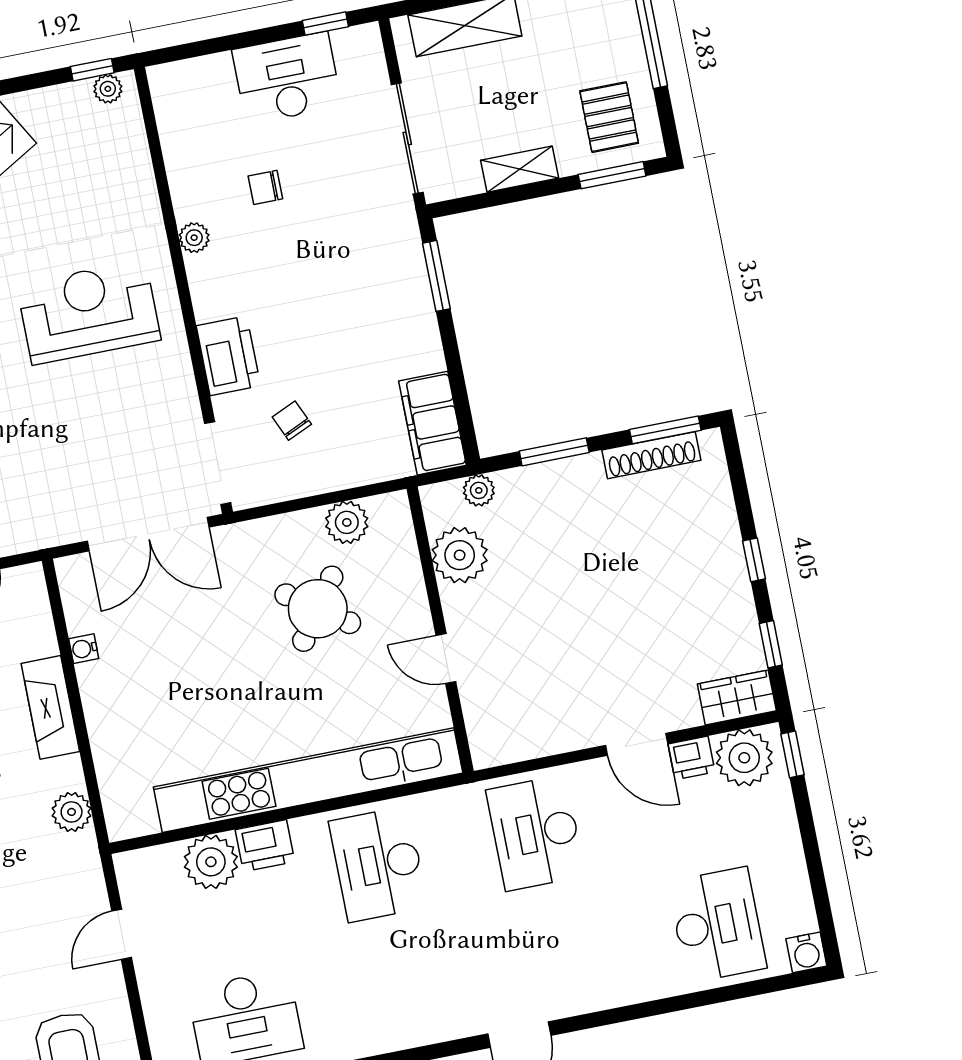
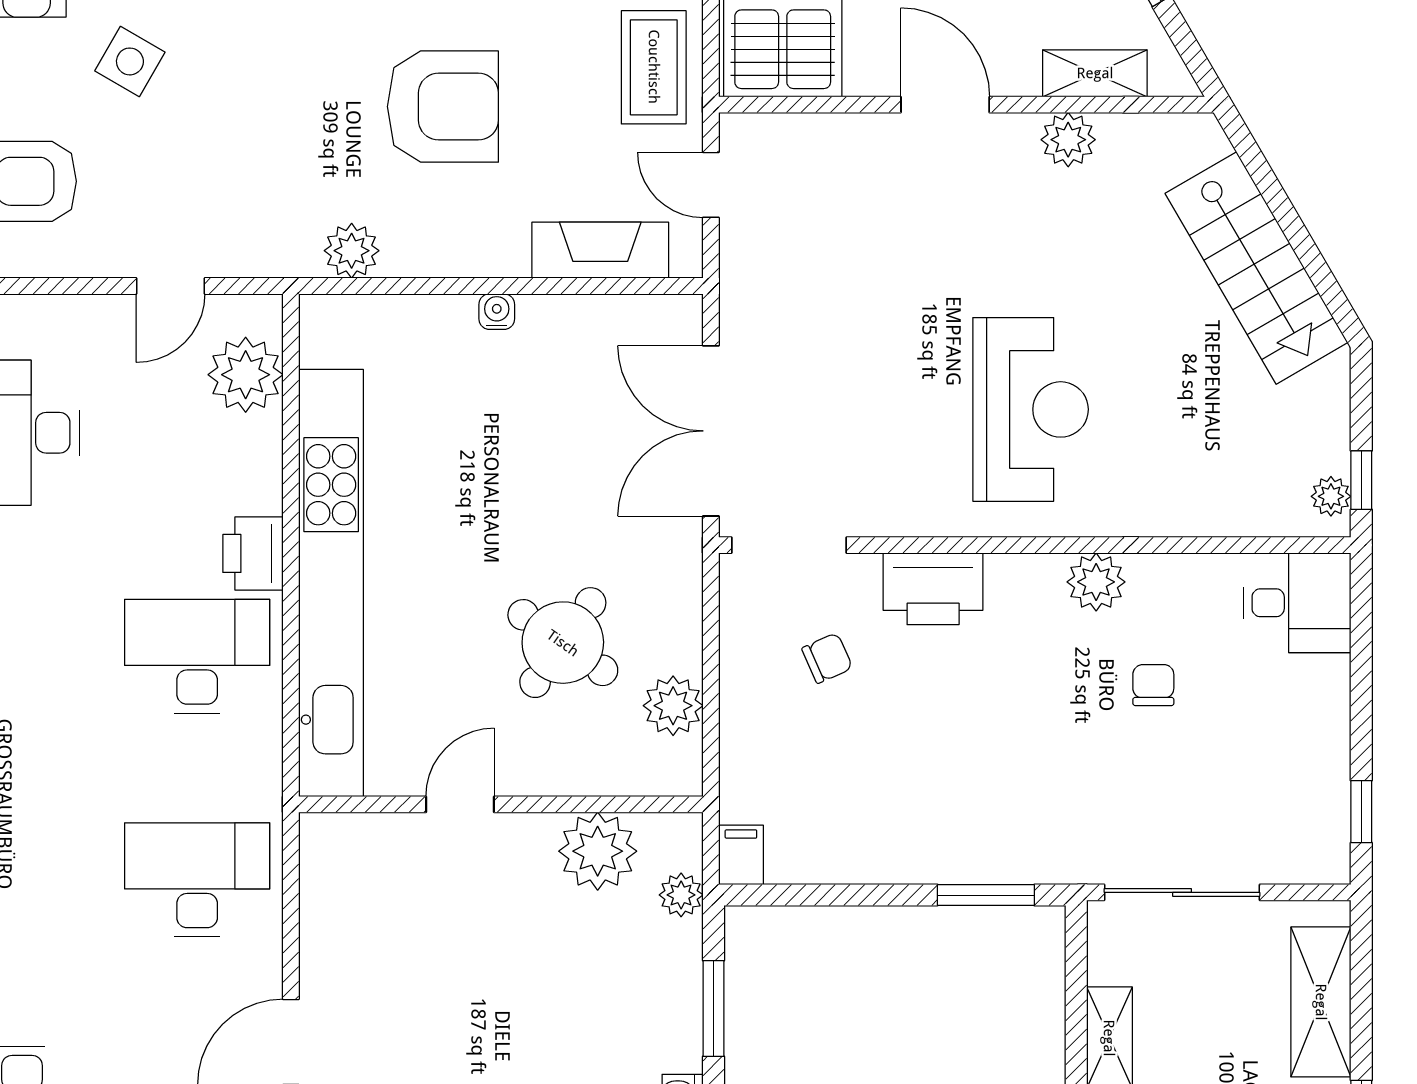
desk: (287, 78) -> (1297, 603), moved, width x0.73
plant: (194, 238) -> (1096, 582), width x1.38, depth x1.38
filing cabinet: (433, 423) -> (741, 855), width x0.33, depth x0.86
water cooler: (84, 649) -> (497, 312), moved
fireplace: (50, 707) -> (600, 250), moved
printer: (265, 846) -> (253, 553), moved
plant: (211, 862) -> (246, 375), moved
door: (122, 934) -> (171, 286), swing flipped

